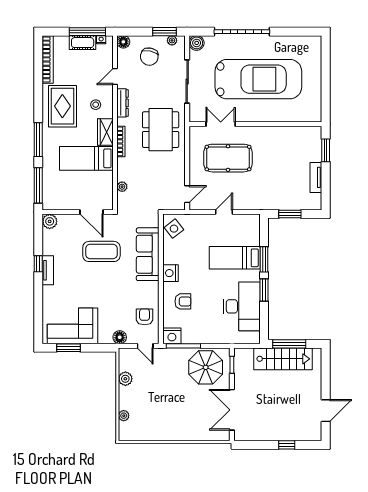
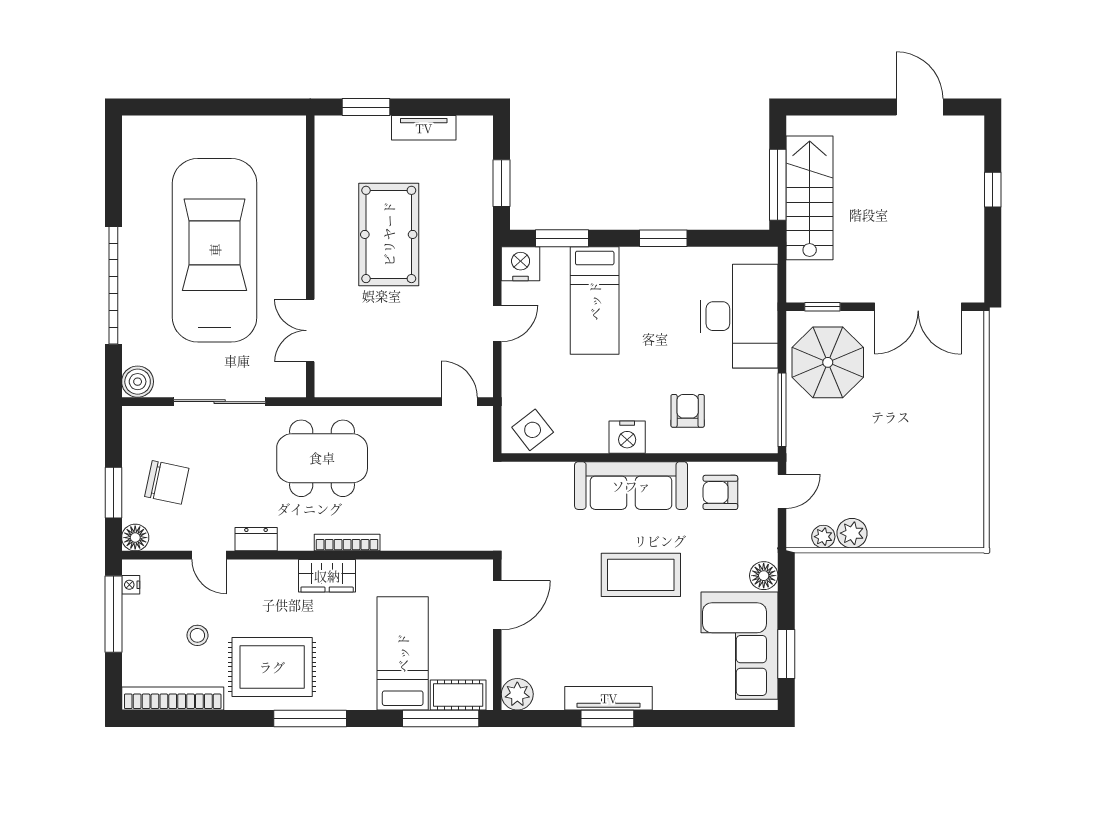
window: (164, 32) -> (113, 493), moved
plant: (172, 40) -> (132, 434), removed
cot: (83, 43) -> (458, 695), moved, turned 90
dresser: (123, 103) -> (256, 539), width x0.70
stool: (96, 105) -> (197, 635), moved
window: (38, 140) -> (310, 718), moved
bed: (86, 158) -> (403, 653), moved, turned 180
pool table: (228, 158) -> (389, 234), moved
plant: (122, 187) -> (443, 540), removed
door: (224, 212) -> (497, 323), swing flipped
coffee table: (101, 251) -> (641, 575), moved, turned 90
sofa: (148, 254) -> (631, 486), moved
window: (264, 259) -> (562, 238), moved
window: (38, 264) -> (607, 718), width x1.50
tv unit: (48, 270) -> (609, 698), width x1.41
desk: (242, 306) -> (739, 316), moved, turned 90
nightstand: (172, 336) -> (521, 264), moved, turned -90
floor lamp: (120, 337) -> (764, 576), moved
plant: (124, 416) -> (823, 537), moved

